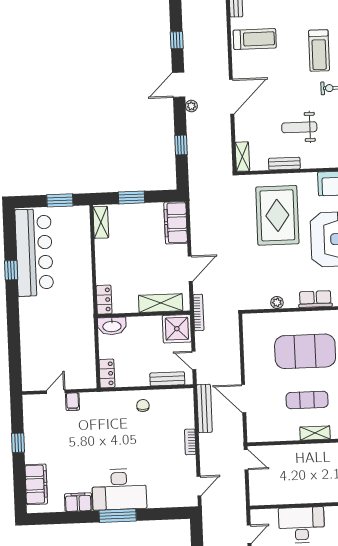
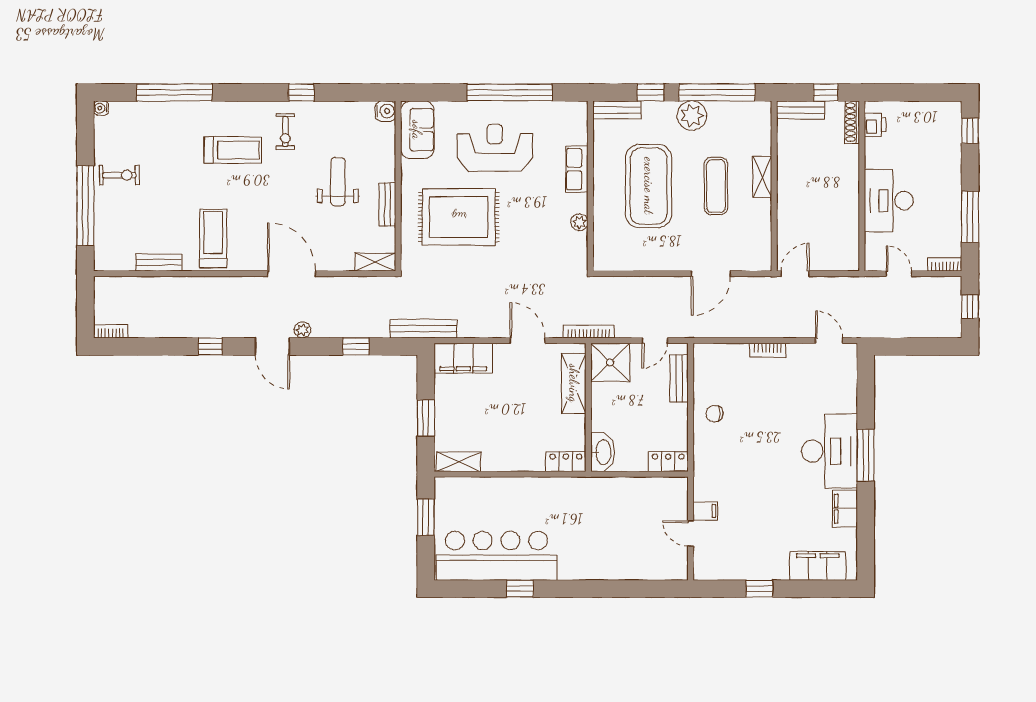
weight bench: (299, 127) -> (338, 182), turned 180
bench: (204, 408) -> (423, 329), moved

